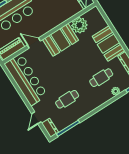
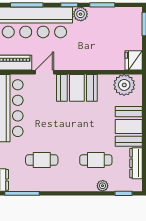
plant: (79, 25) -> (124, 85), moved
door: (34, 43) -> (45, 72), hinge flipped

